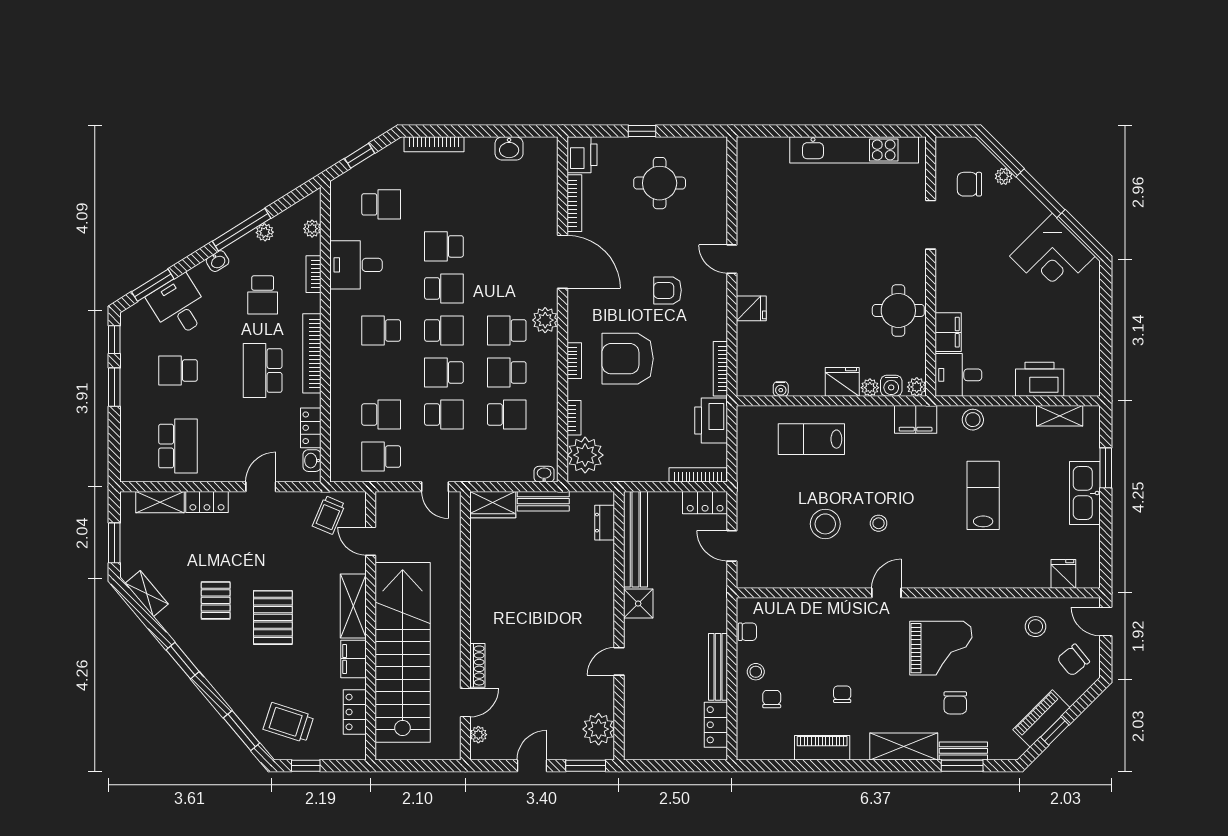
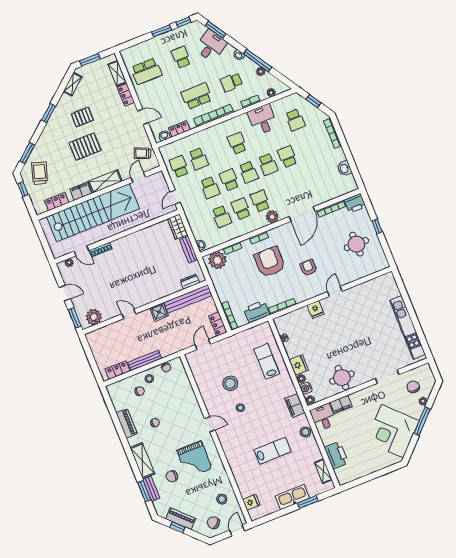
corner desk: (1052, 256) -> (393, 431), width x1.36, depth x1.36

